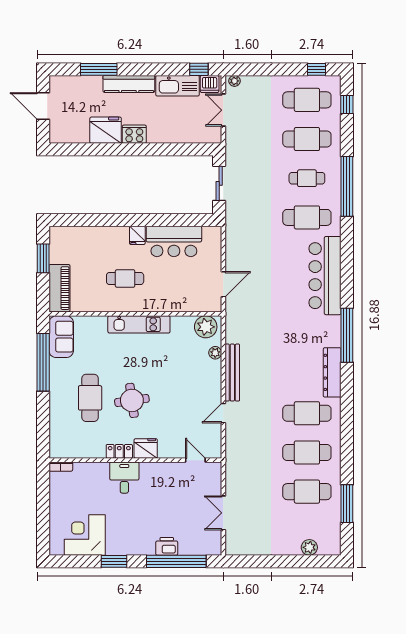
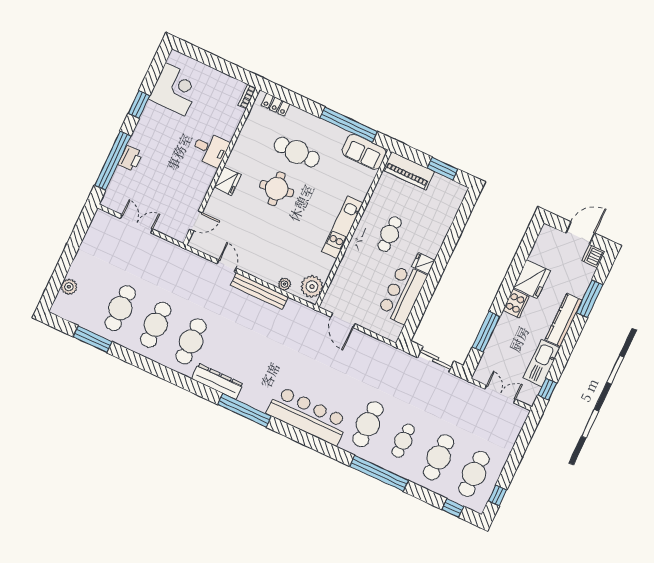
plant: (234, 81) -> (522, 416), removed
dishwasher: (210, 84) -> (594, 256), moved
window: (173, 149) -> (486, 332), added
locker: (119, 451) -> (276, 105), moved, turned 90

